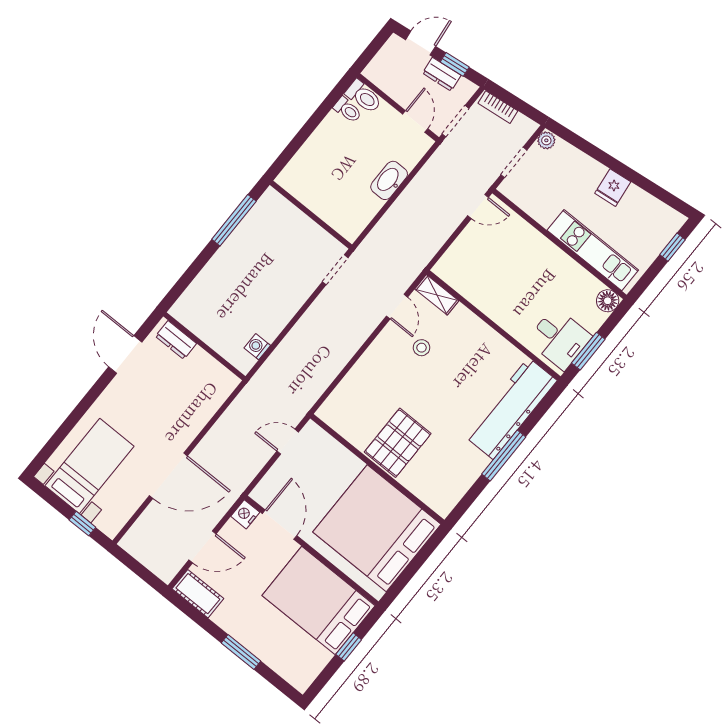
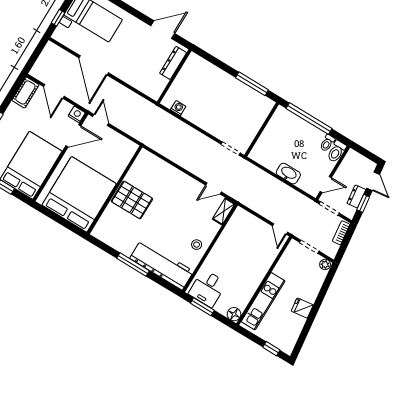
window: (304, 134) -> (309, 119), added
dresser: (176, 340) -> (173, 63), width x1.44
stool: (422, 348) -> (197, 245), moved
door: (288, 442) -> (101, 120), moved

